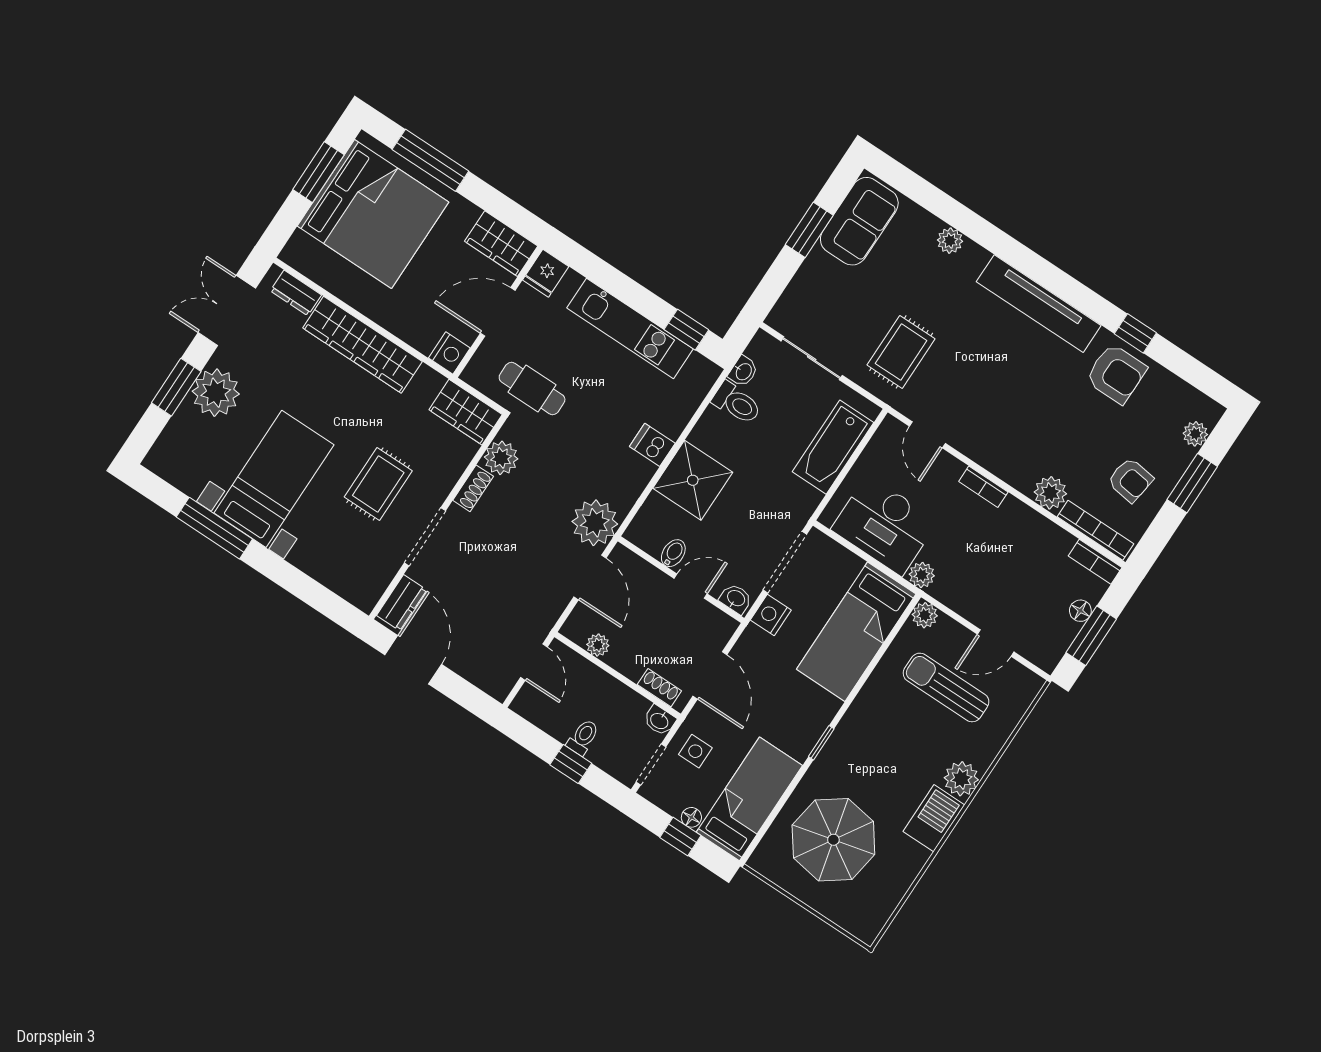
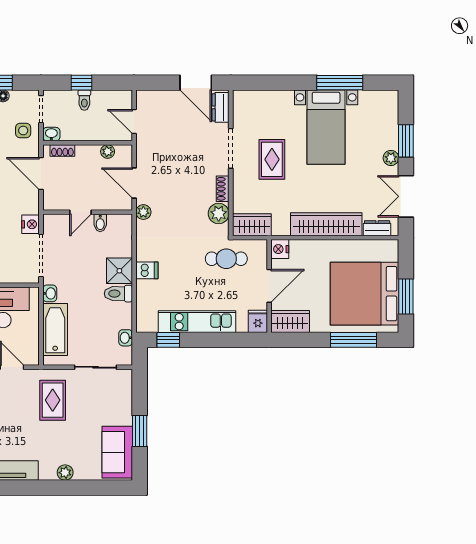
double door: (227, 310) -> (406, 196), swing flipped
plant: (216, 393) -> (391, 158), width x0.53, depth x0.53
toilet: (737, 403) -> (118, 294), moved
shower: (693, 480) -> (119, 271), width x0.73, depth x0.73
plant: (595, 523) -> (143, 212), width x0.53, depth x0.53
washbasin: (736, 599) -> (50, 293), moved, turned -90

